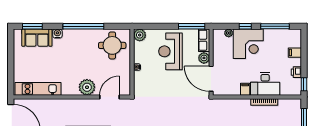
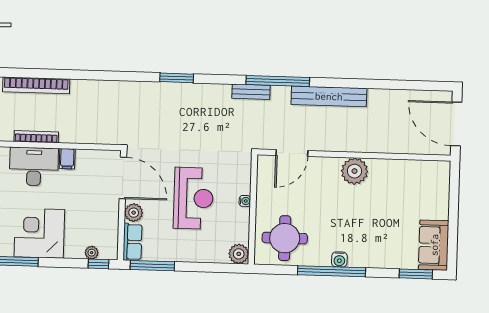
window: (245, 26) -> (99, 264), moved
water cooler: (57, 34) -> (339, 259), moved
sofa: (37, 38) -> (434, 245), moved, turned -90
corner desk: (248, 44) -> (39, 233), moved
reception desk: (170, 51) -> (193, 198), moved
plant: (87, 87) -> (355, 171), moved
kitchen unit: (38, 89) -> (410, 170), removed

